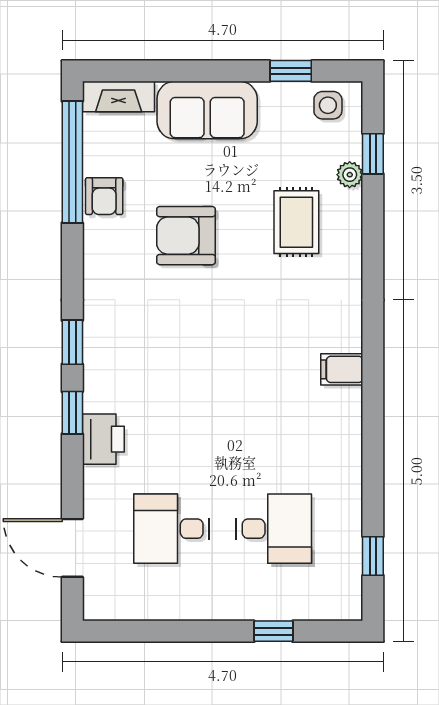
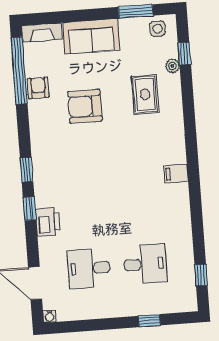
window: (291, 71) -> (136, 11), width x1.50
armchair: (104, 196) -> (38, 88), turned 180
water cooler: (94, 610) -> (49, 316), added

